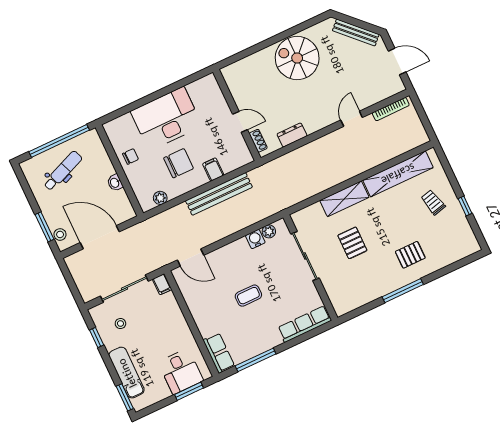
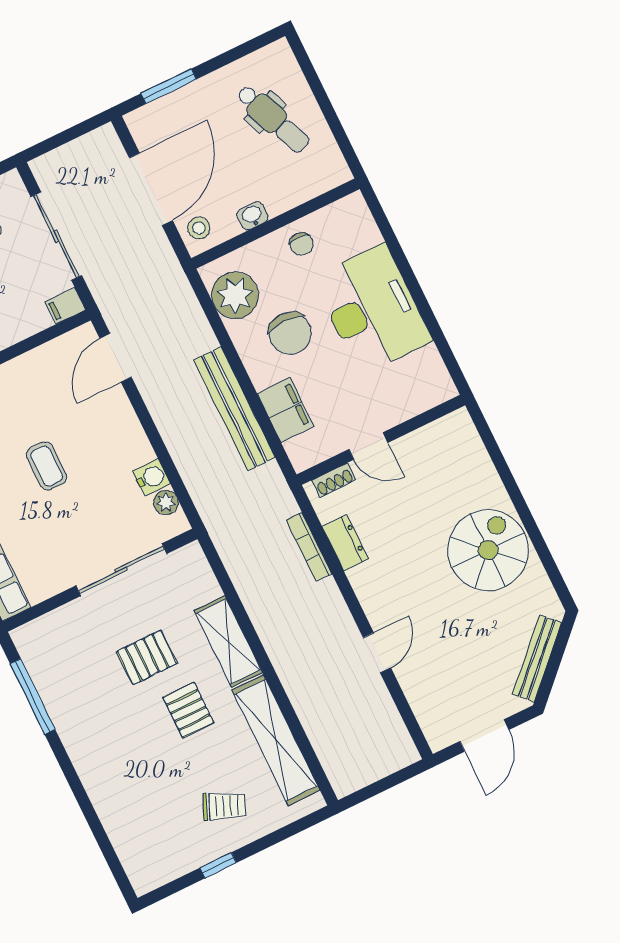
bookcase: (391, 109) -> (309, 547), moved
door: (352, 119) -> (377, 653), hinge flipped
door: (240, 122) -> (368, 446), hinge flipped
window: (59, 141) -> (328, 111), removed
filing cabinet: (213, 169) -> (285, 410), width x2.00
plant: (160, 198) -> (235, 295), width x1.87, depth x1.87
trolley: (433, 202) -> (224, 806), turned 37
stool: (60, 234) -> (199, 228), moved
pallet: (410, 255) -> (188, 710), moved
window: (403, 291) -> (33, 697), moved

